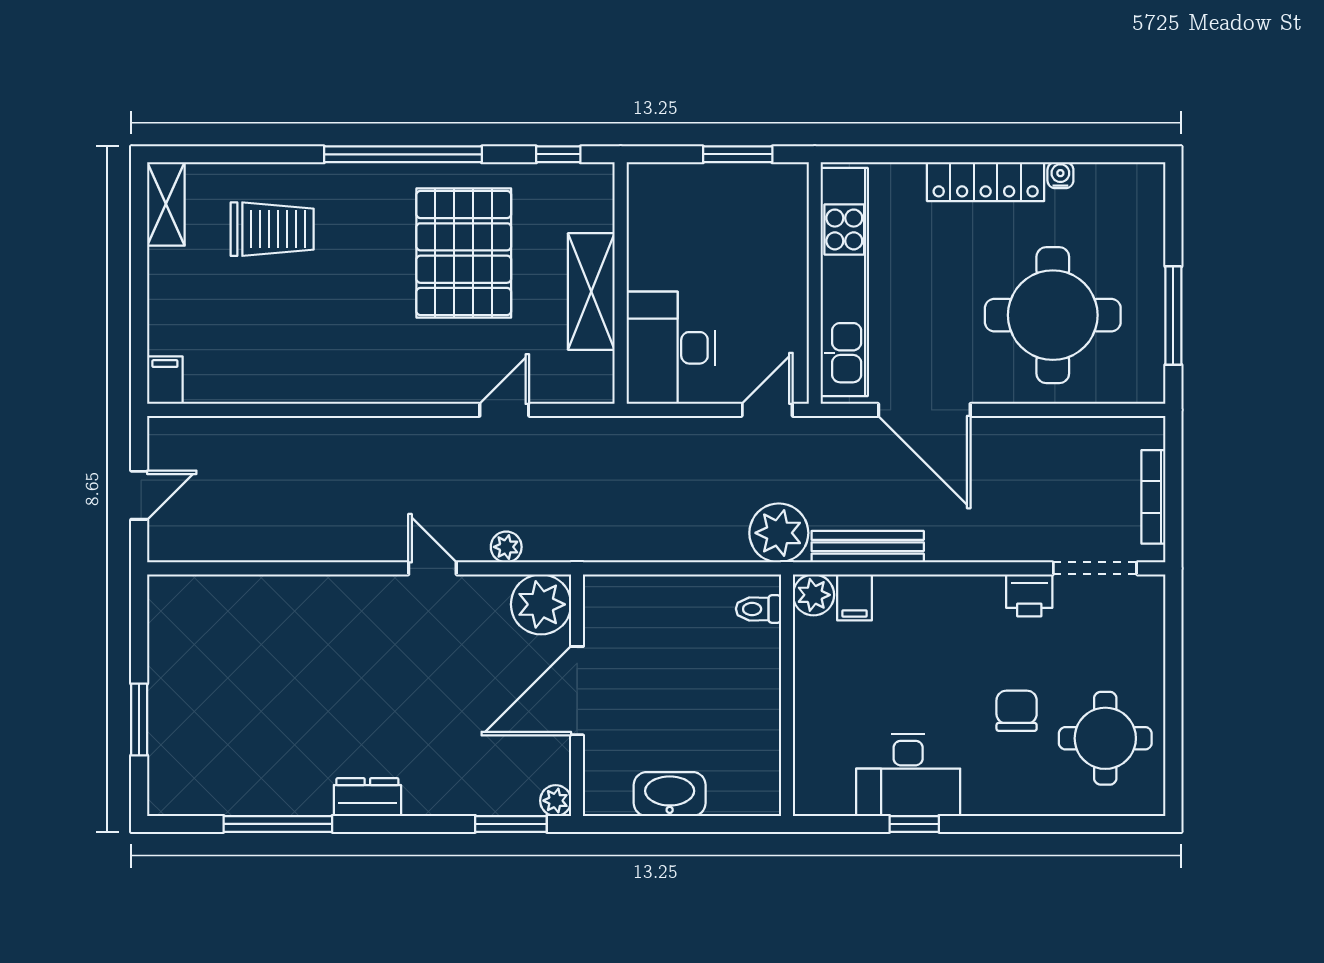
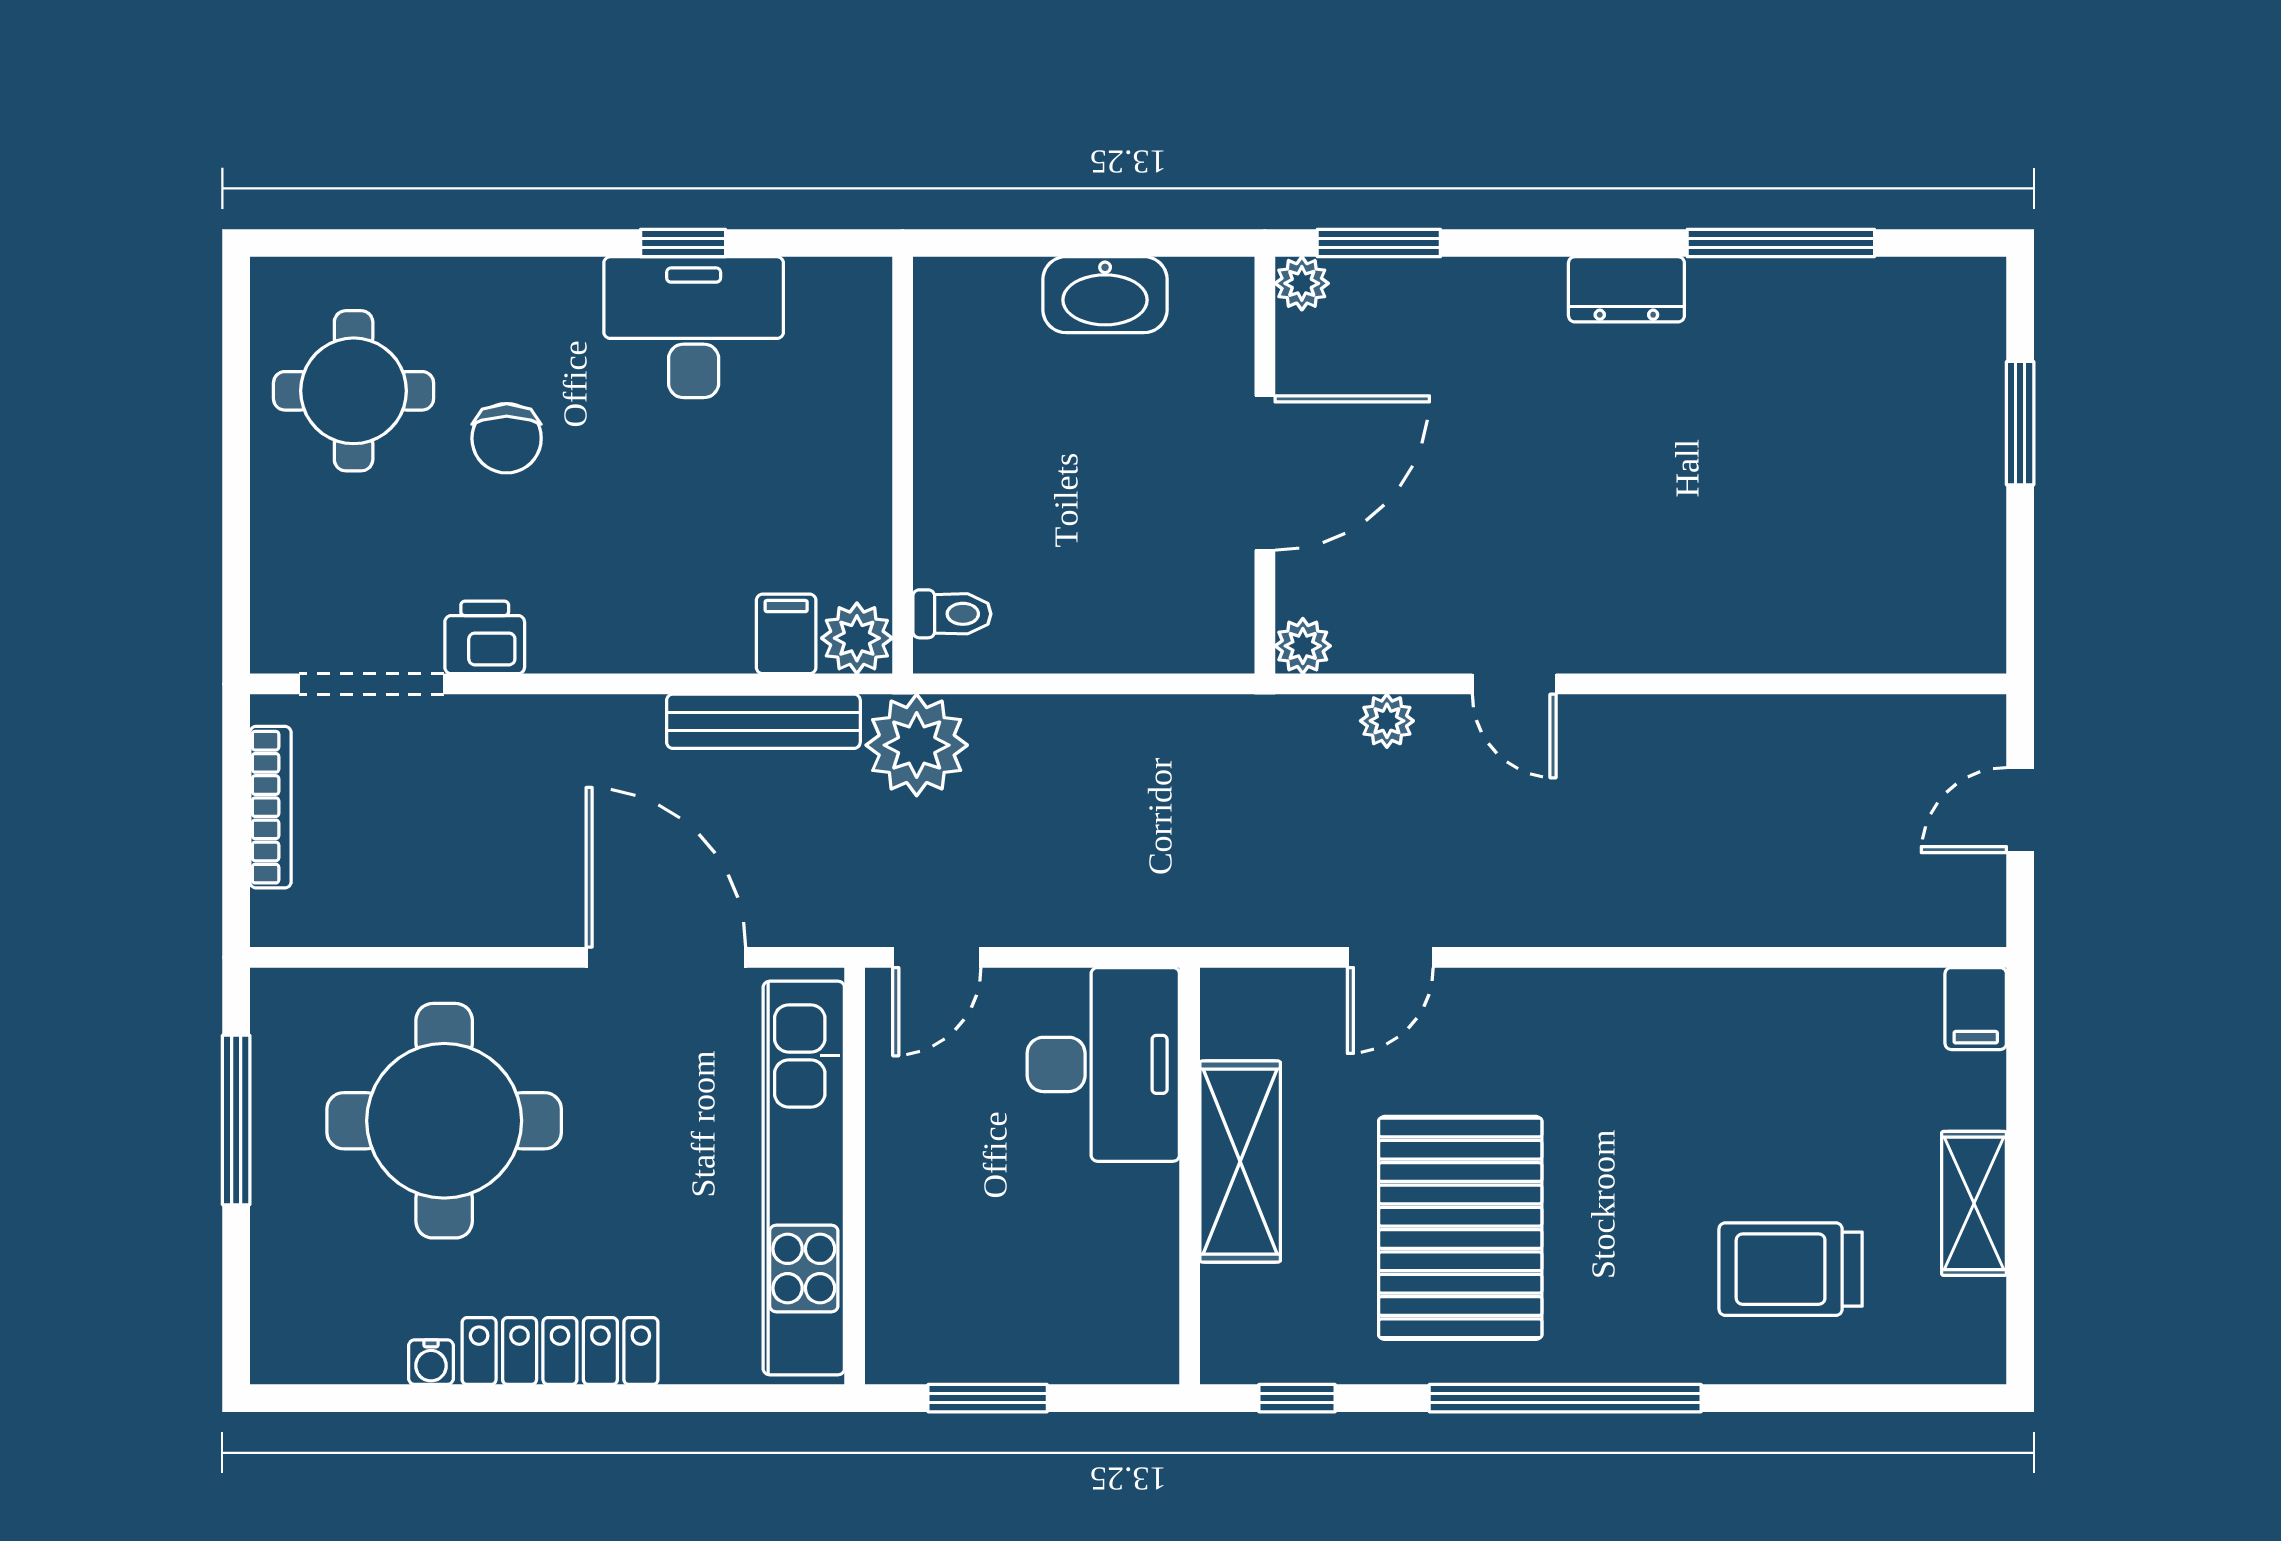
shelving: (166, 204) -> (1974, 1203), moved
plant: (541, 604) -> (1303, 646), width x0.53, depth x0.53

